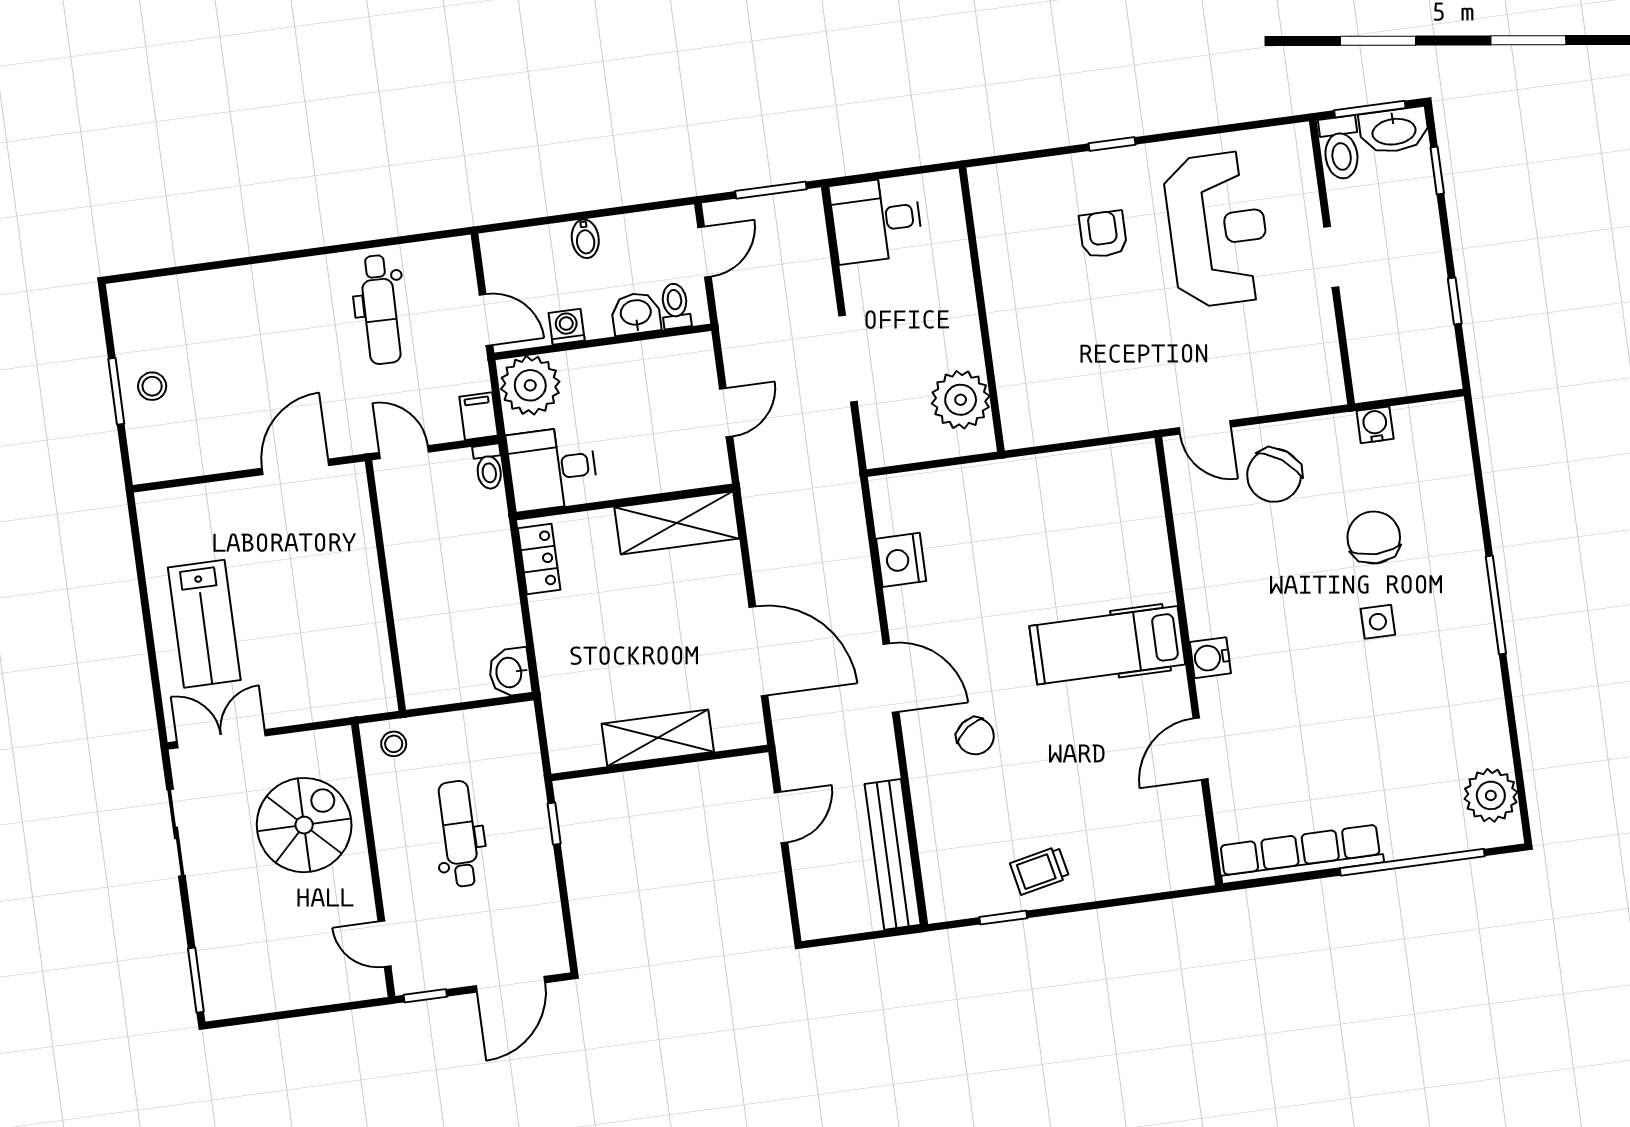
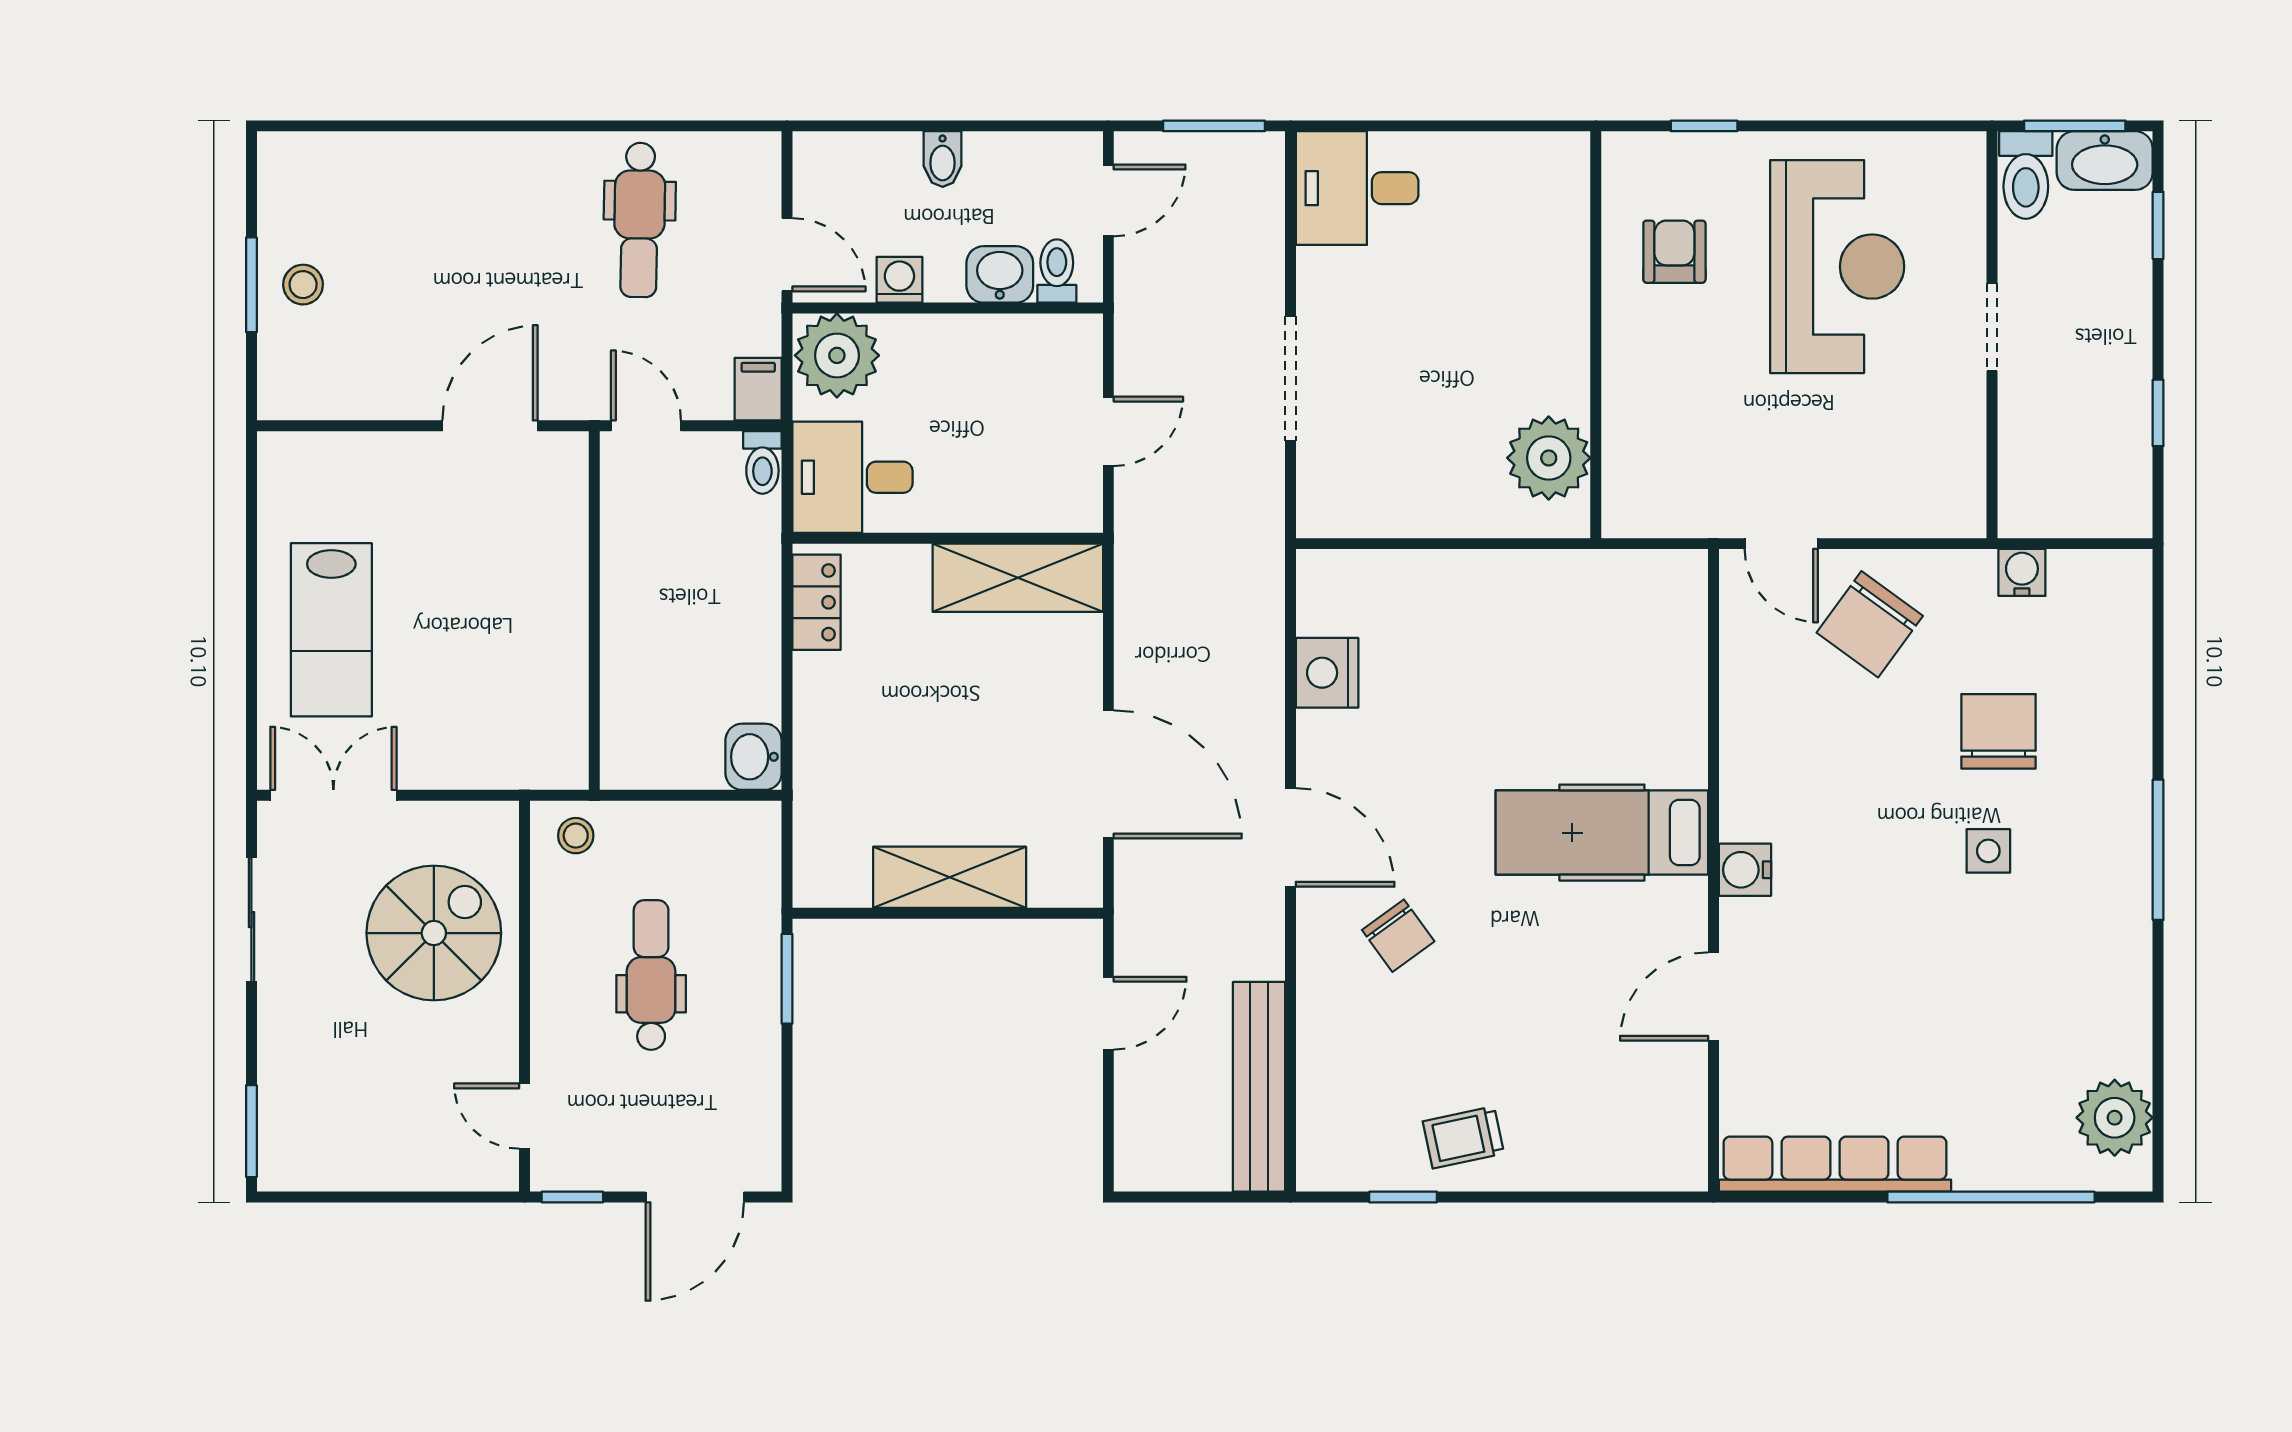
wall: (982, 310) -> (1596, 335), moved
plant: (961, 400) -> (1549, 458), moved
window: (554, 824) -> (787, 979), width x1.50

